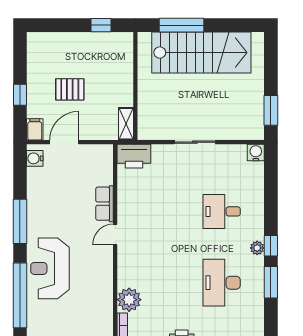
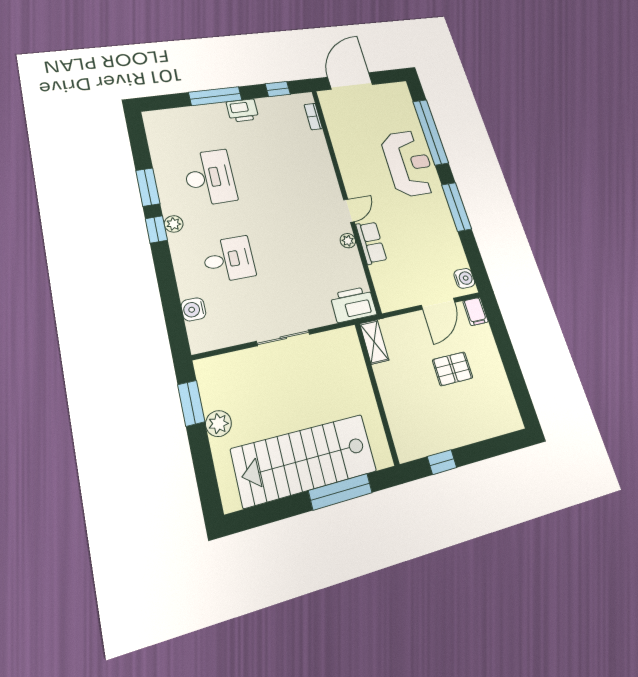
plant: (255, 92) -> (218, 424), added
window: (20, 95) -> (506, 349), removed
water cooler: (256, 153) -> (193, 309), moved, turned 90
plant: (129, 300) -> (348, 241), moved, width x0.53, depth x0.53

